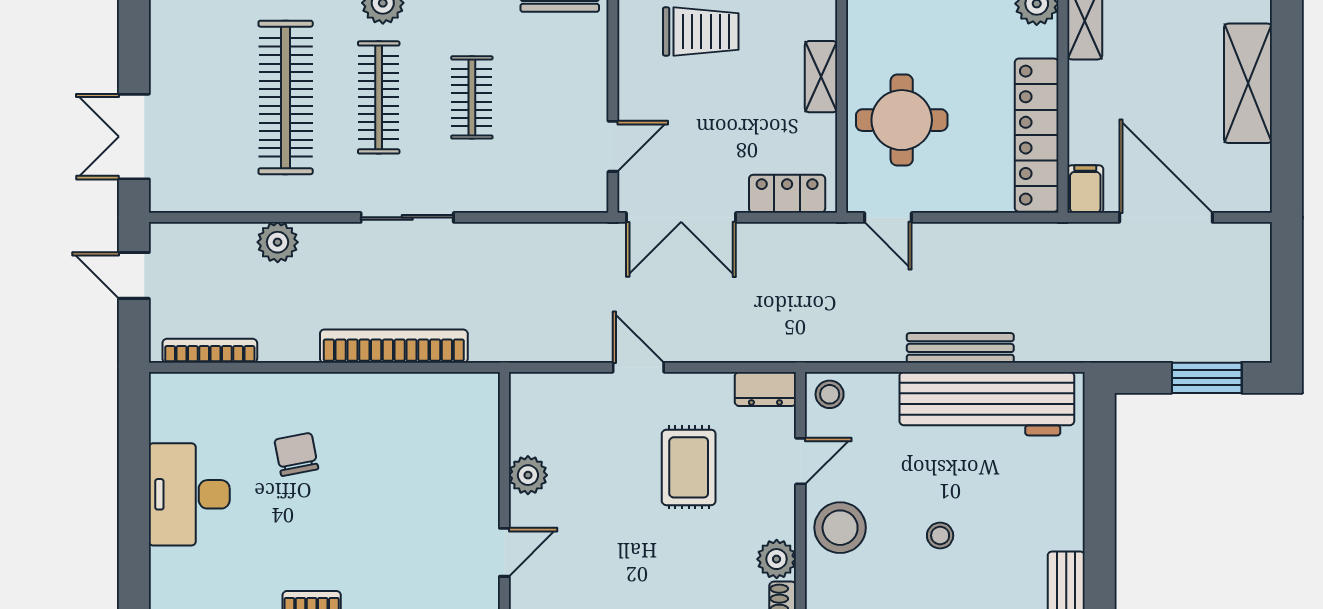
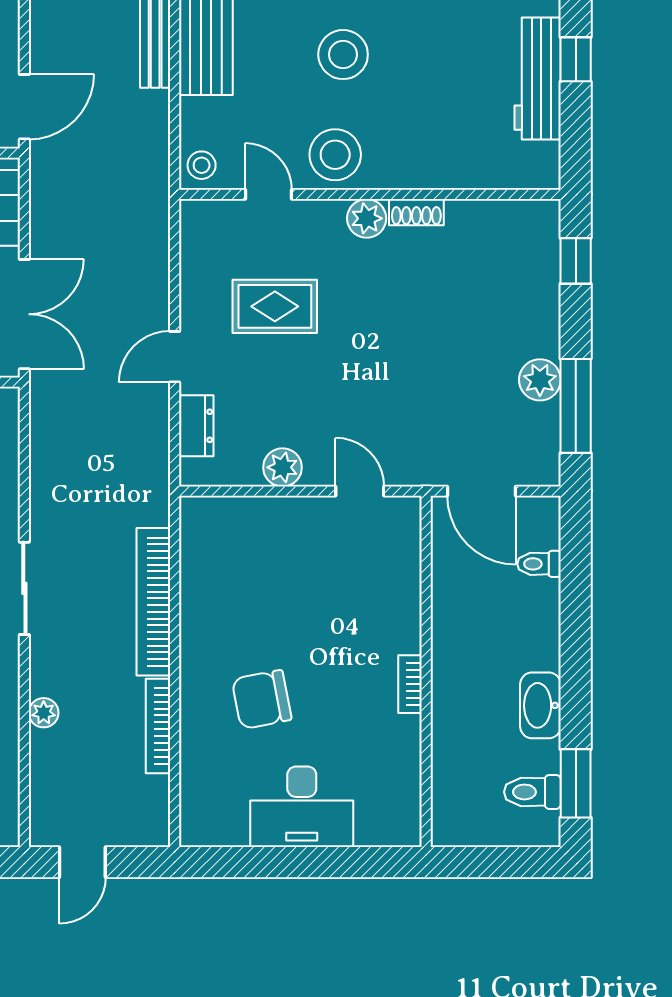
door: (888, 217) -> (24, 107), width x1.38
plant: (278, 242) -> (44, 713), width x0.73, depth x0.73
bookcase: (210, 351) -> (158, 726), moved
dresser: (765, 389) -> (196, 426), moved
chair: (296, 454) -> (262, 699), width x1.37, depth x1.37
stool: (940, 536) -> (343, 55), width x1.89, depth x1.89

